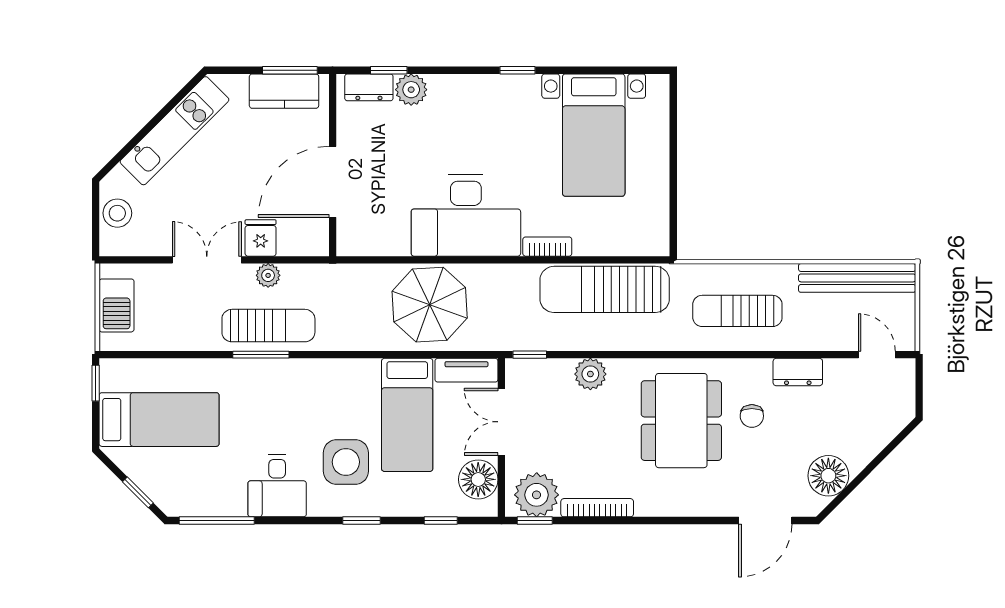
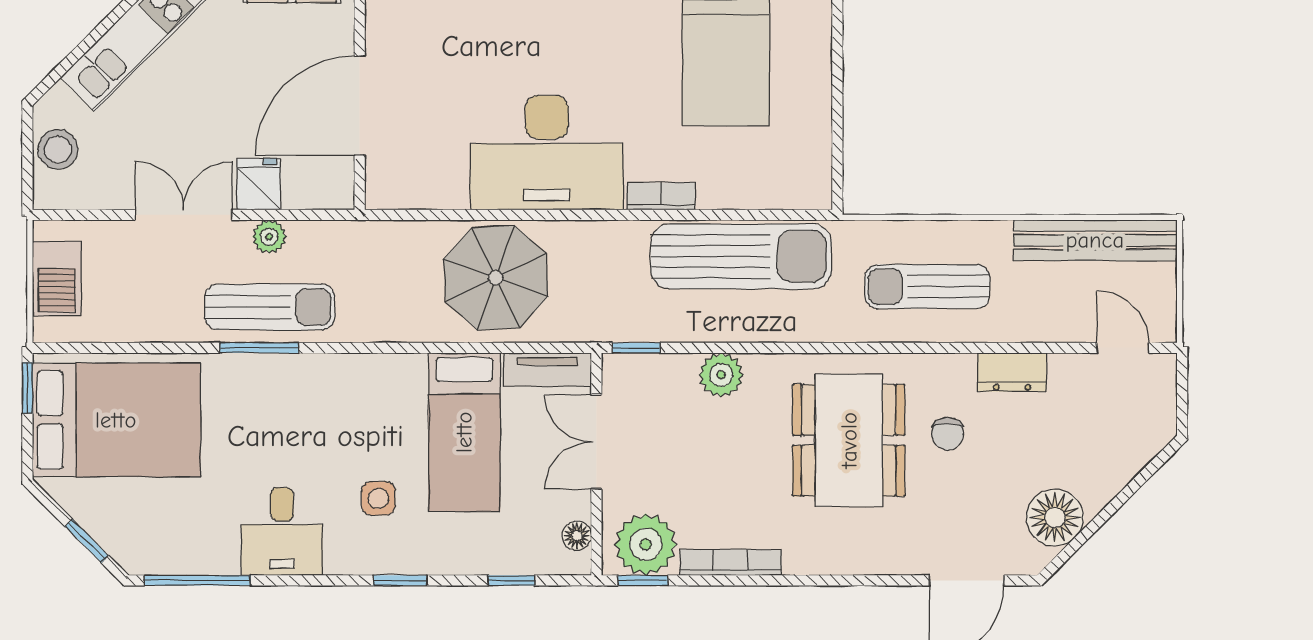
sun lounger: (605, 289) -> (741, 256), turned 180
bed: (159, 420) -> (116, 420), width x1.50
side table: (346, 462) -> (378, 498), width x0.54, depth x0.54
floor lamp: (478, 479) -> (577, 536), width x0.53, depth x0.53

